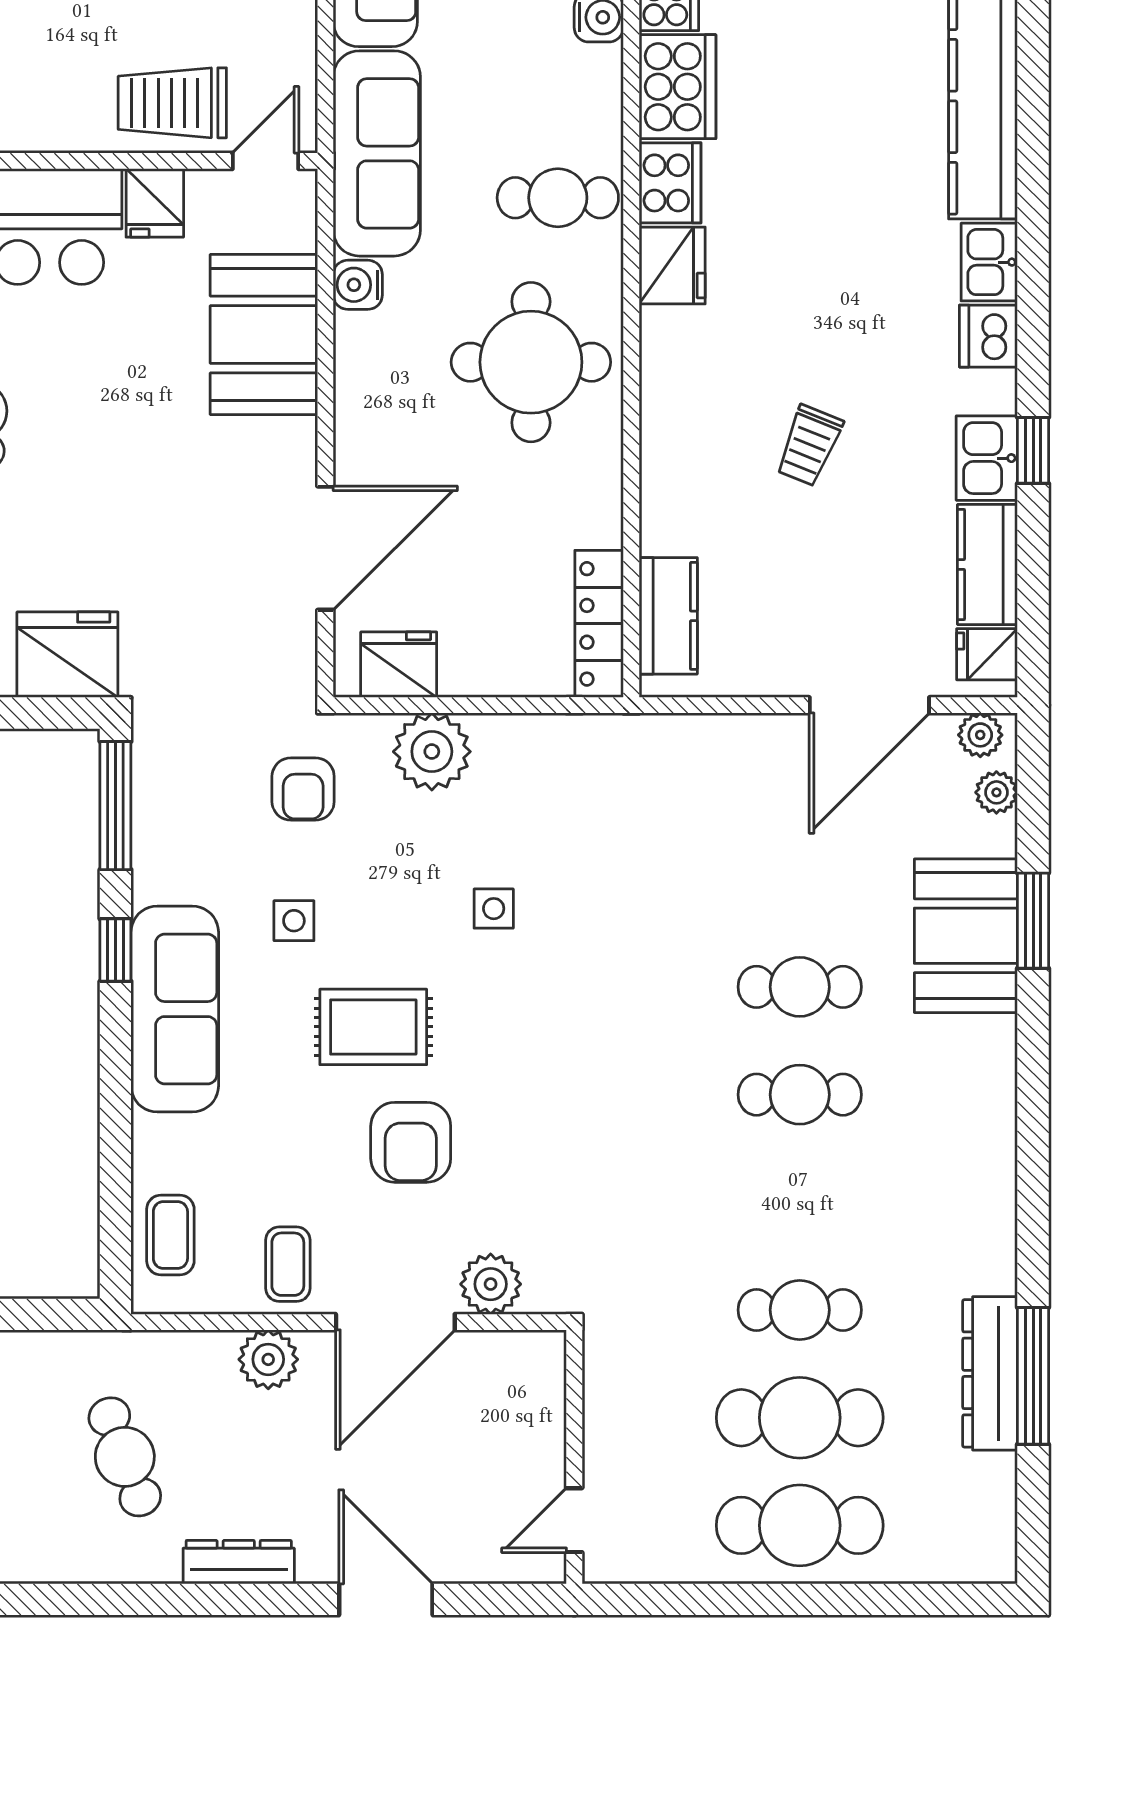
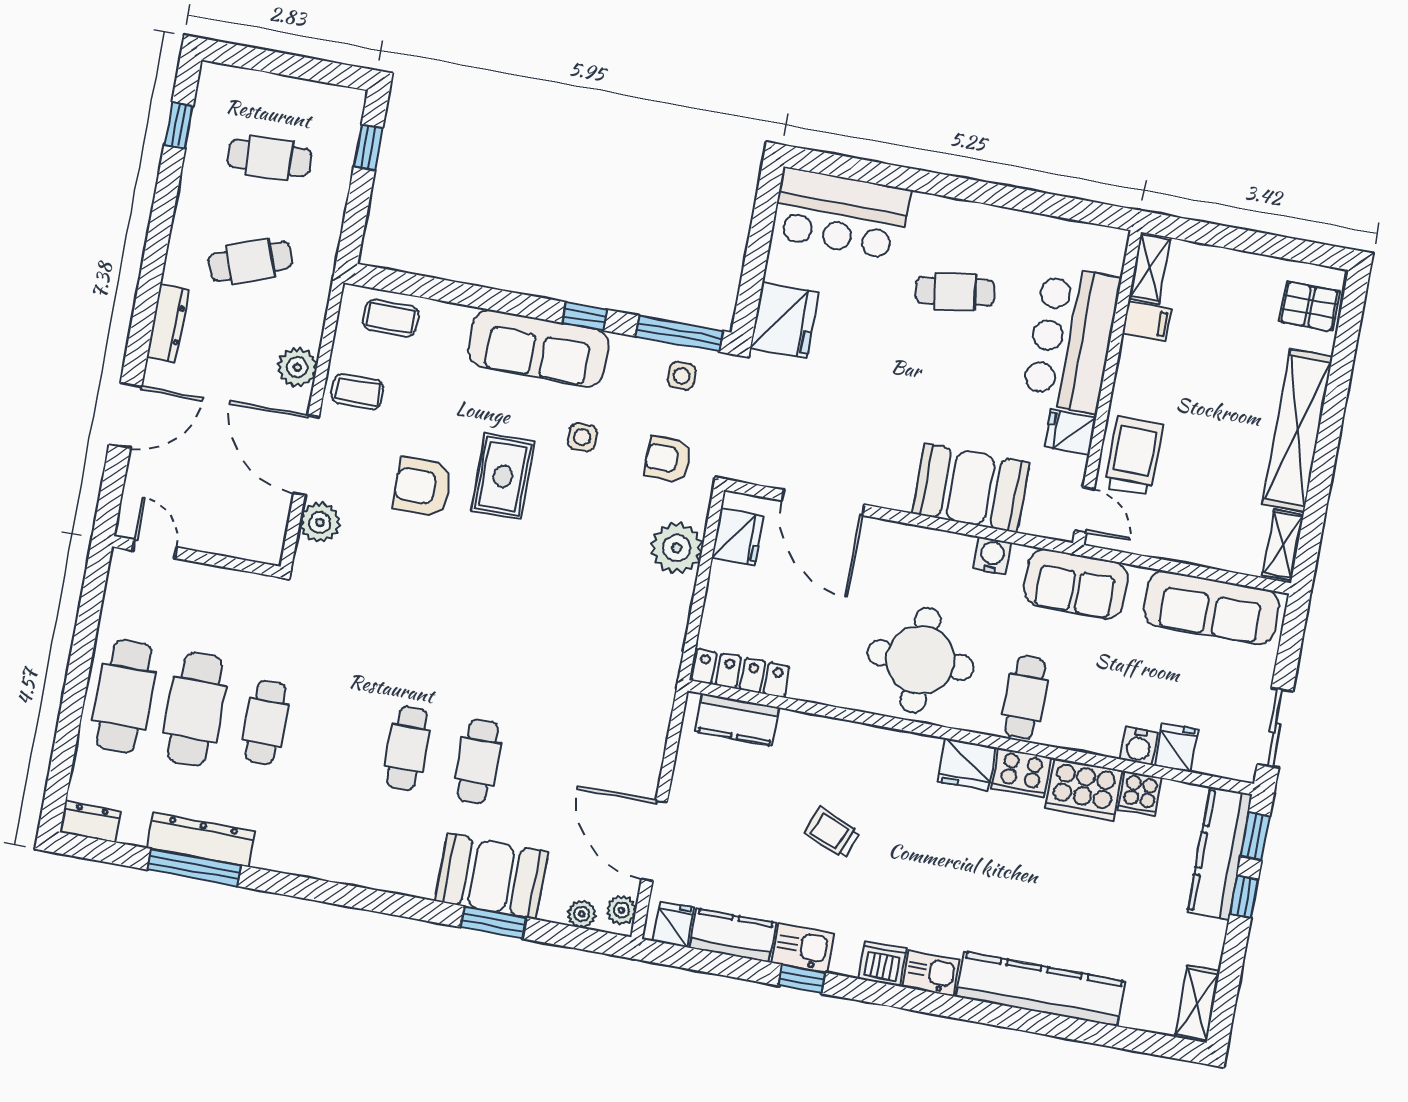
sofa: (377, 153) -> (1076, 584), width x0.73
side table: (494, 909) -> (682, 376), moved
dresser: (994, 1542) -> (90, 822), added

